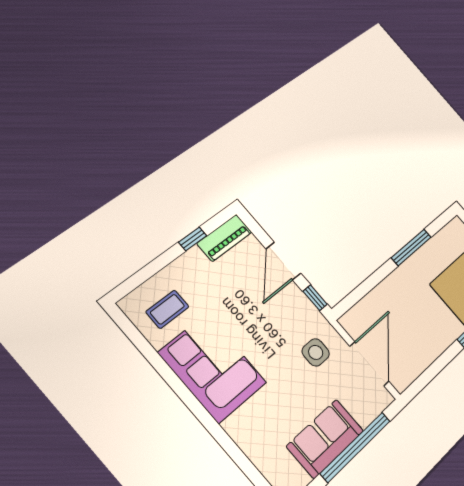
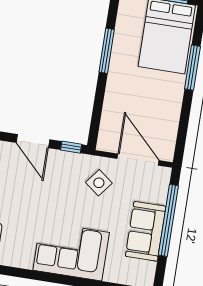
side table: (316, 352) -> (99, 183), turned 38
corner sofa: (213, 368) -> (71, 251), moved

